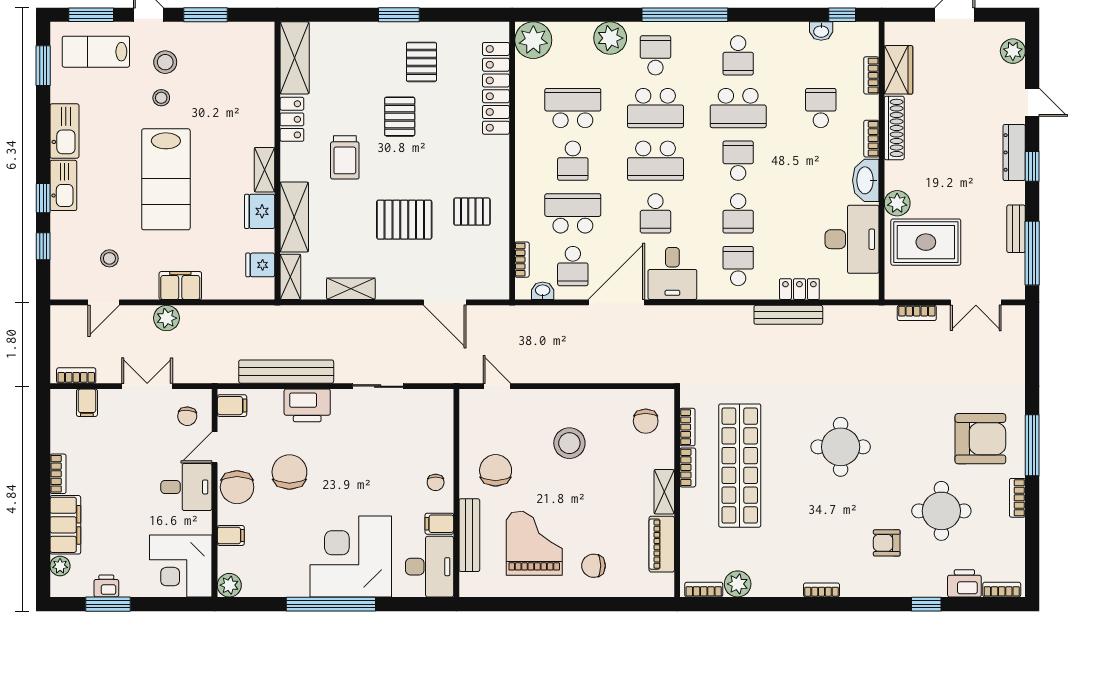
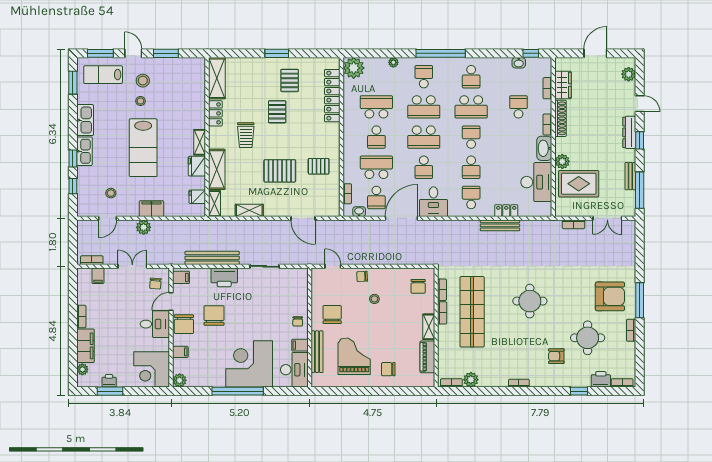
plant: (610, 38) -> (393, 62), width x0.53, depth x0.53
chair: (548, 404) -> (362, 276), added
stool: (569, 443) -> (374, 299), width x0.53, depth x0.53

